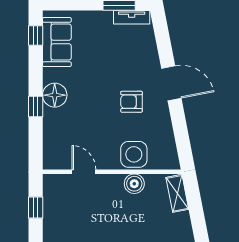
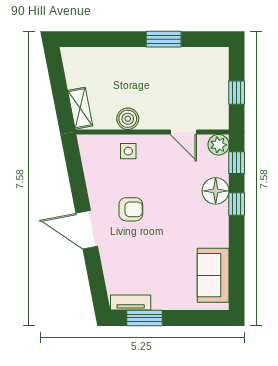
window: (36, 35) -> (237, 163), moved
floor lamp: (55, 95) -> (216, 191), moved
side table: (134, 154) -> (128, 151), width x0.54, depth x0.54
plant: (52, 160) -> (218, 145), added

